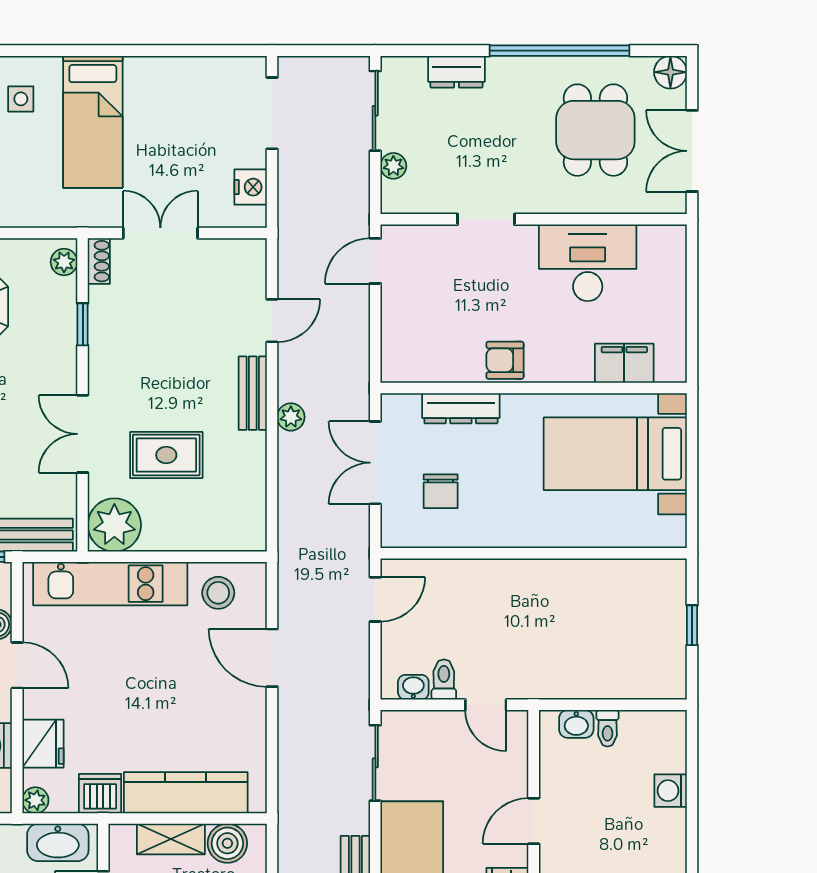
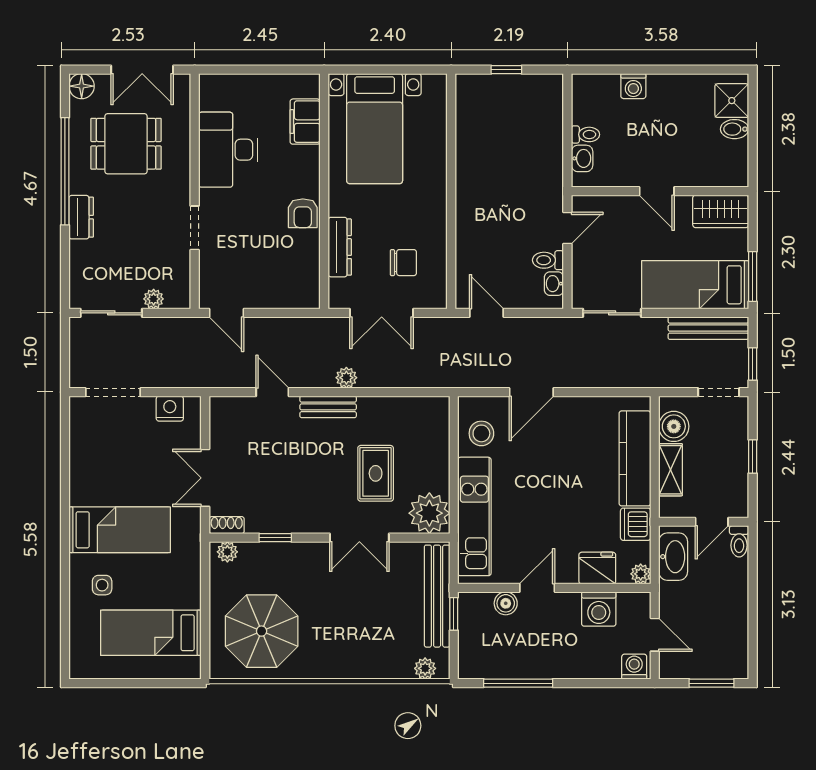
dresser: (456, 72) -> (81, 217), moved

